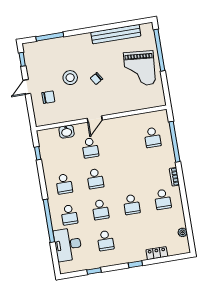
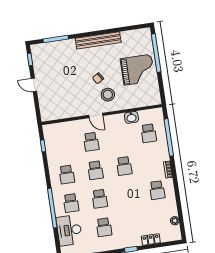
bench: (116, 34) -> (98, 40), moved
grand piano: (139, 69) -> (138, 70), turned -95
stool: (70, 78) -> (108, 95), moved
door: (27, 87) -> (34, 85), hinge flipped
chair: (48, 97) -> (54, 95), removed
door: (95, 119) -> (96, 115), hinge flipped
washbasin: (67, 132) -> (131, 117), moved
school desk: (132, 204) -> (124, 166), moved

